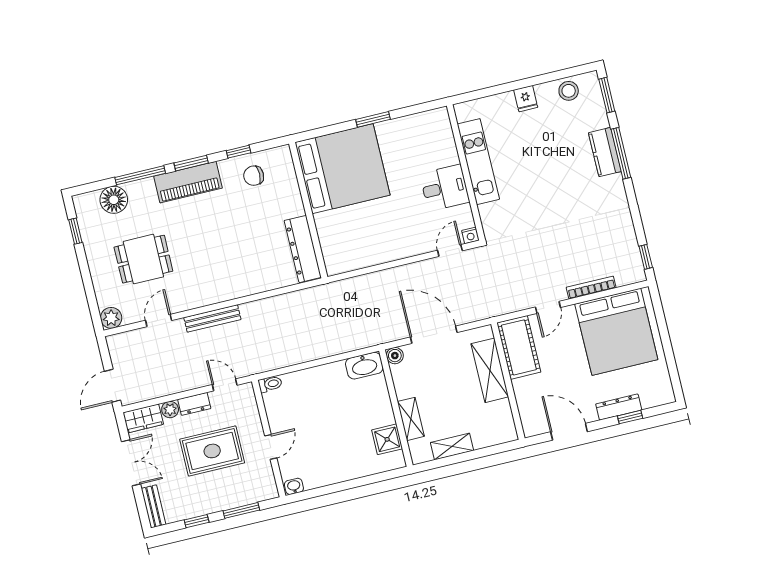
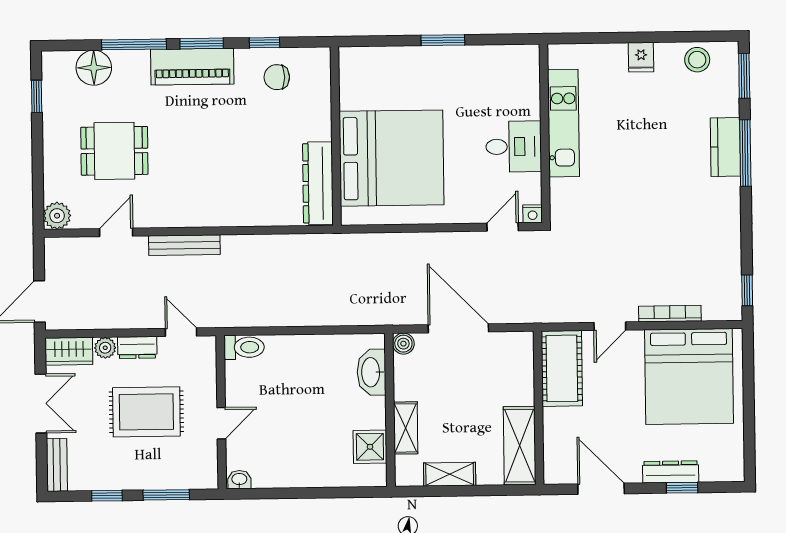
bed: (343, 169) -> (392, 158), moved
washbasin: (364, 366) -> (371, 372), moved, turned 90
shelving: (490, 370) -> (520, 446), moved
toilet: (270, 384) -> (244, 347), width x1.37, depth x1.39

